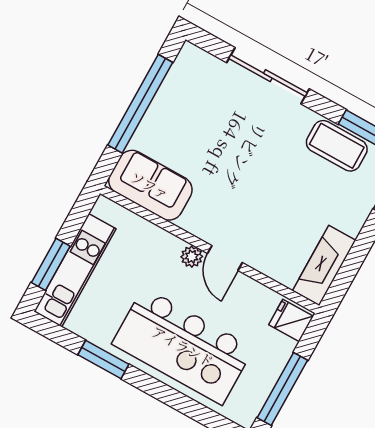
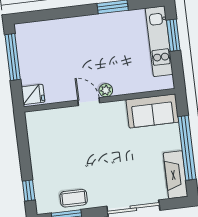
coffee table: (337, 146) -> (74, 198), width x0.73, depth x0.77
fireplace: (324, 266) -> (176, 175), moved, turned 180
kitchen island: (183, 346) -> (78, 42), removed

